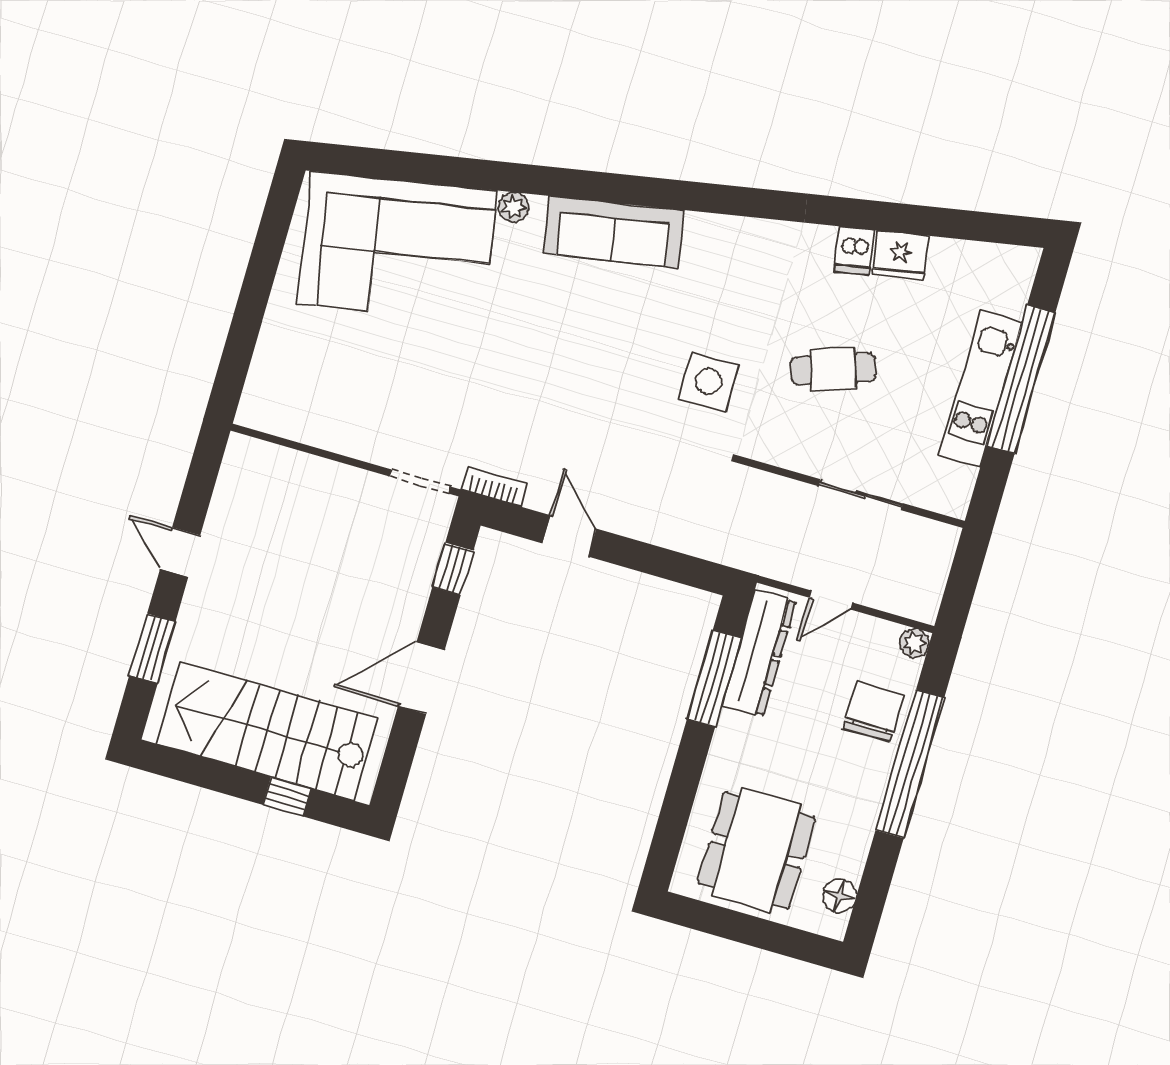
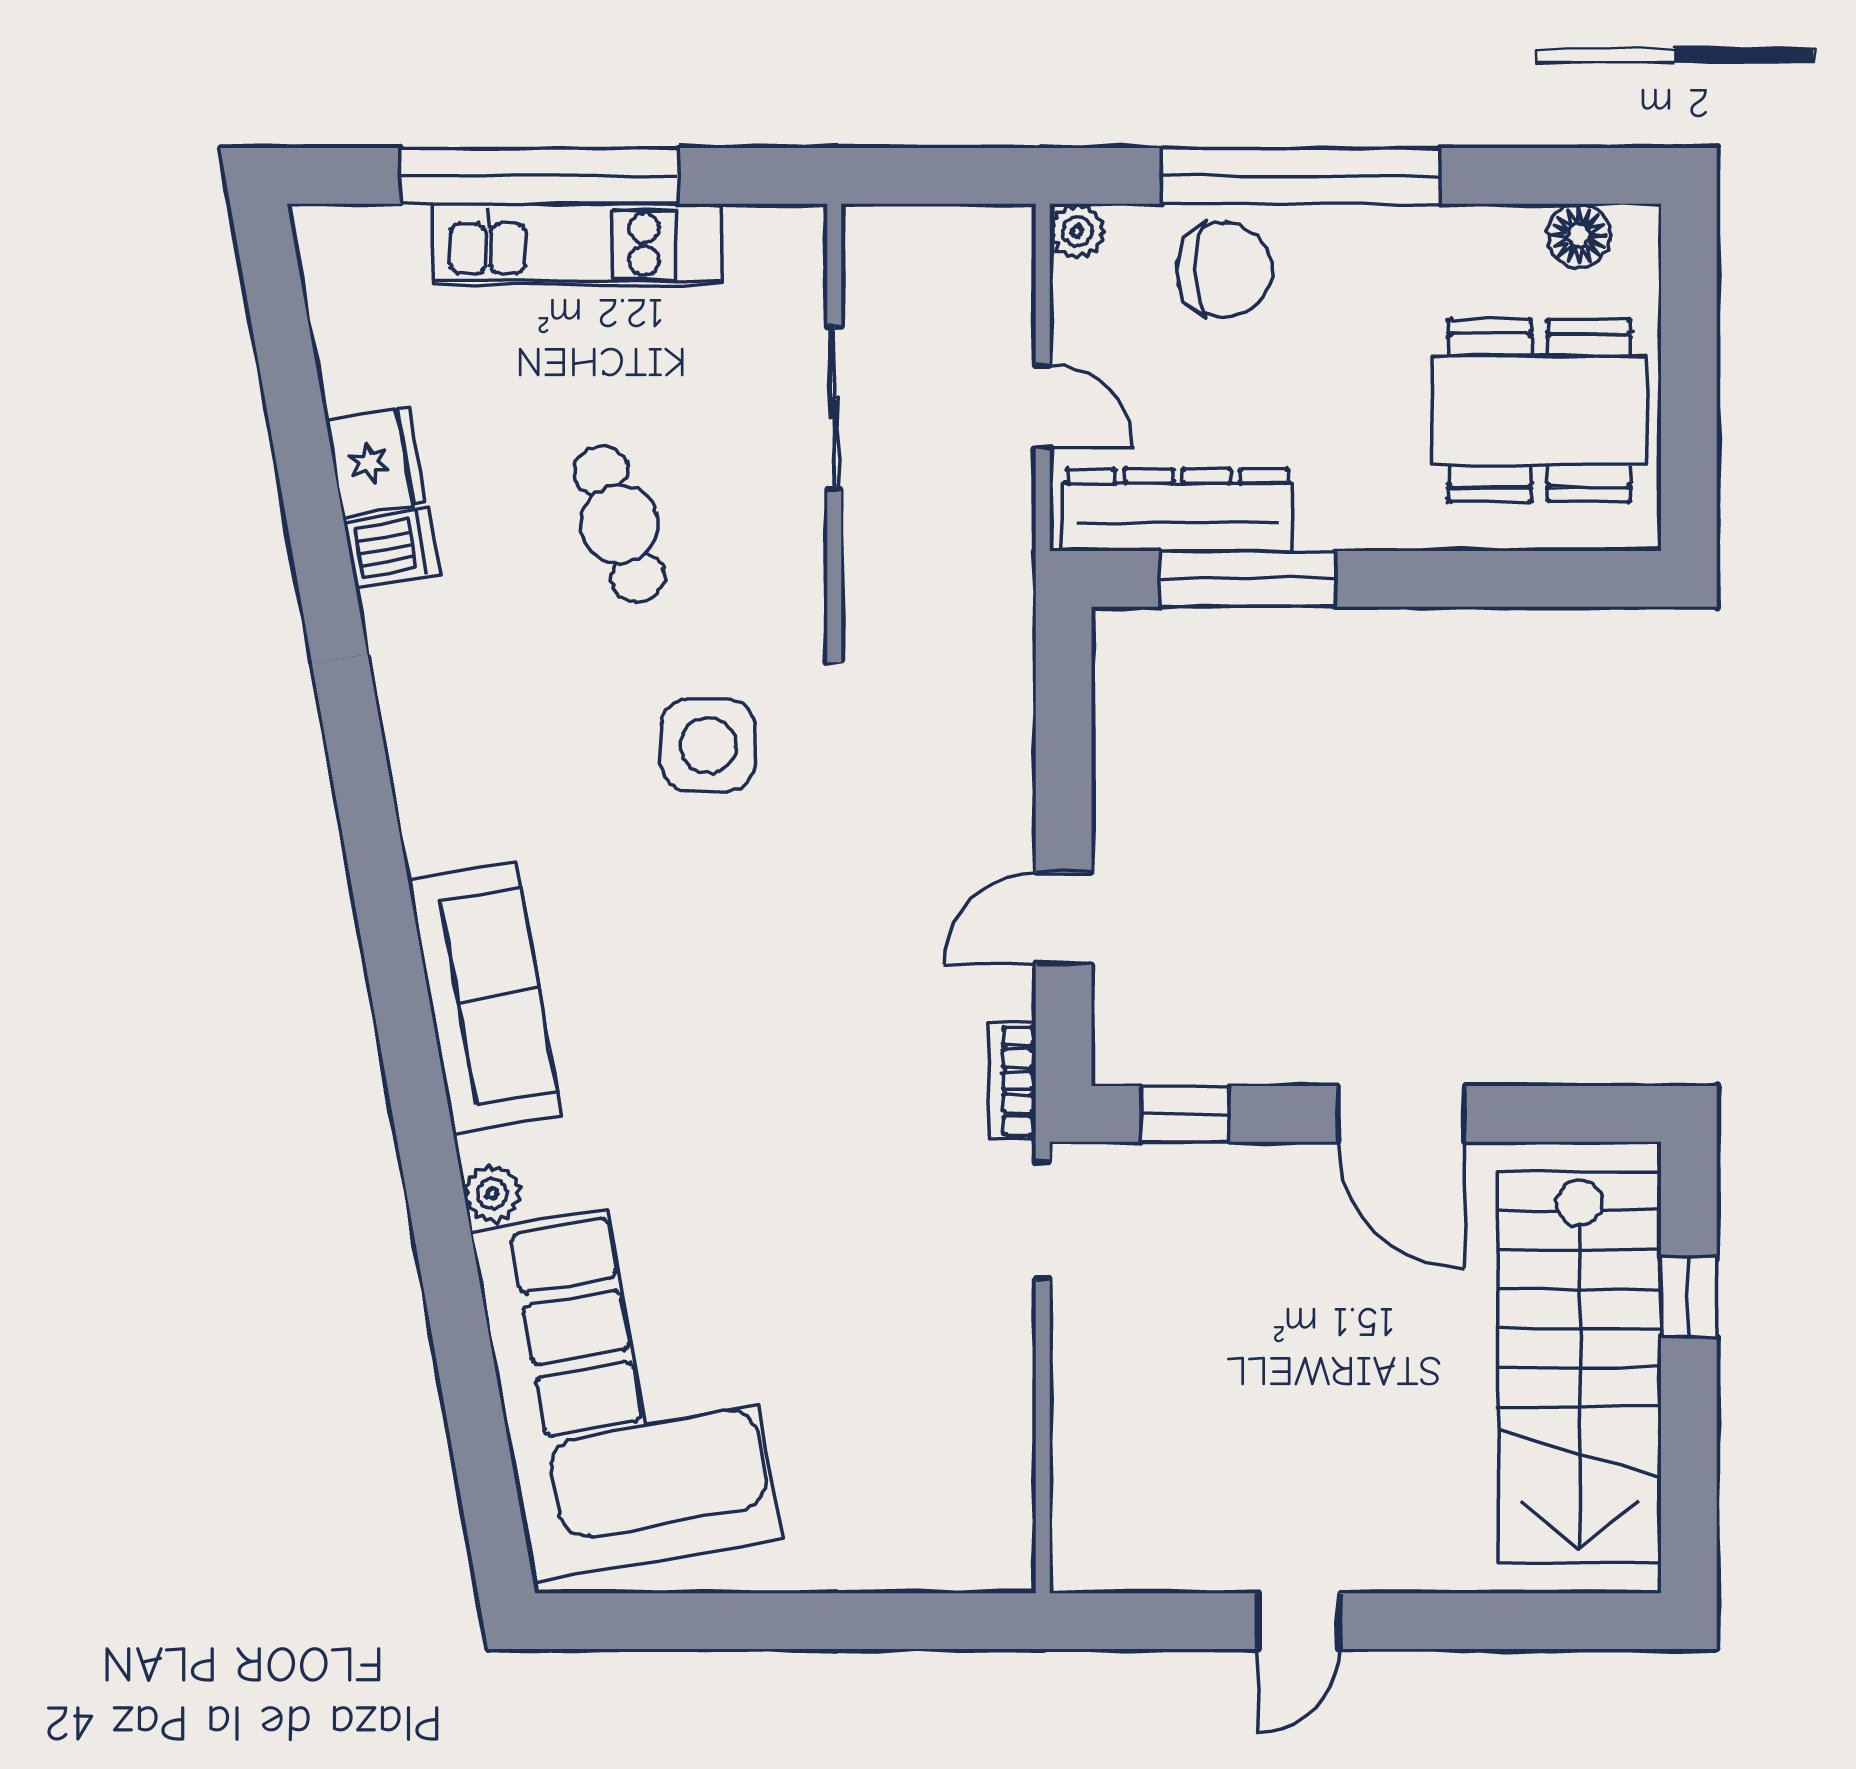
window: (152, 649) -> (1489, 1621), removed
chair: (873, 712) -> (1224, 270), turned 180

